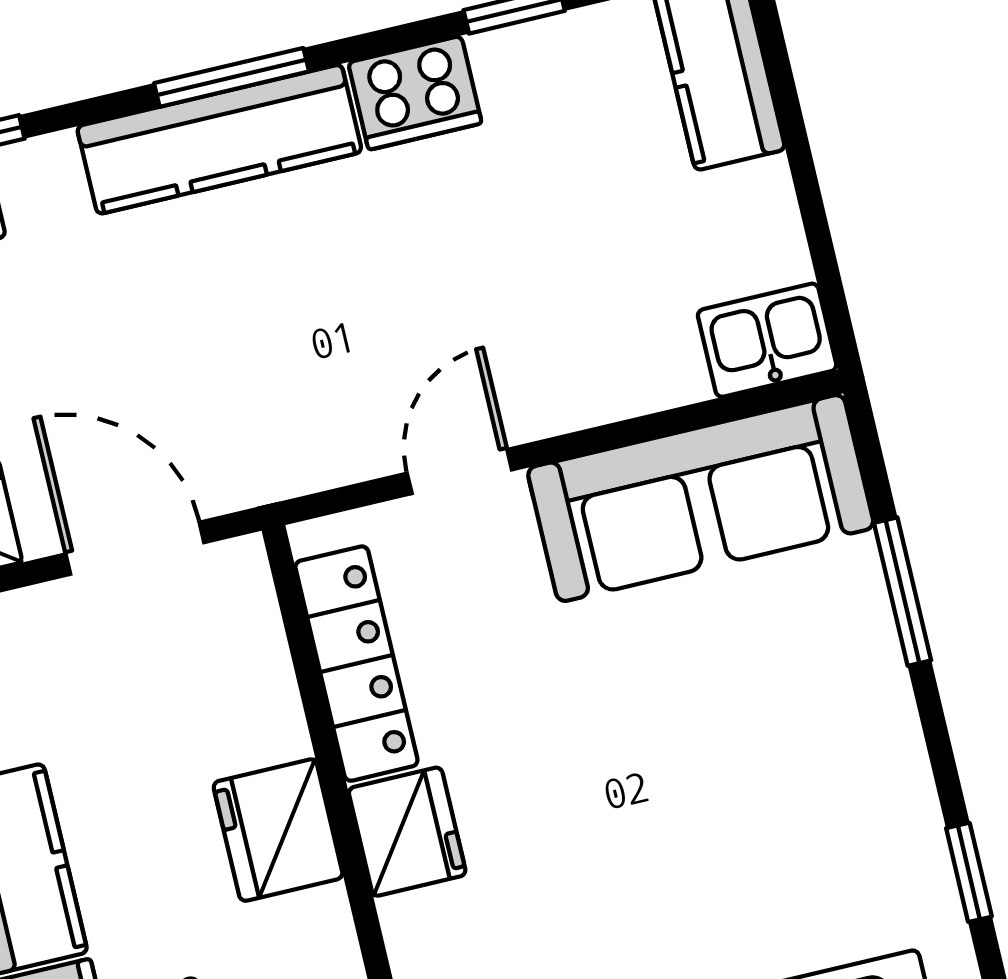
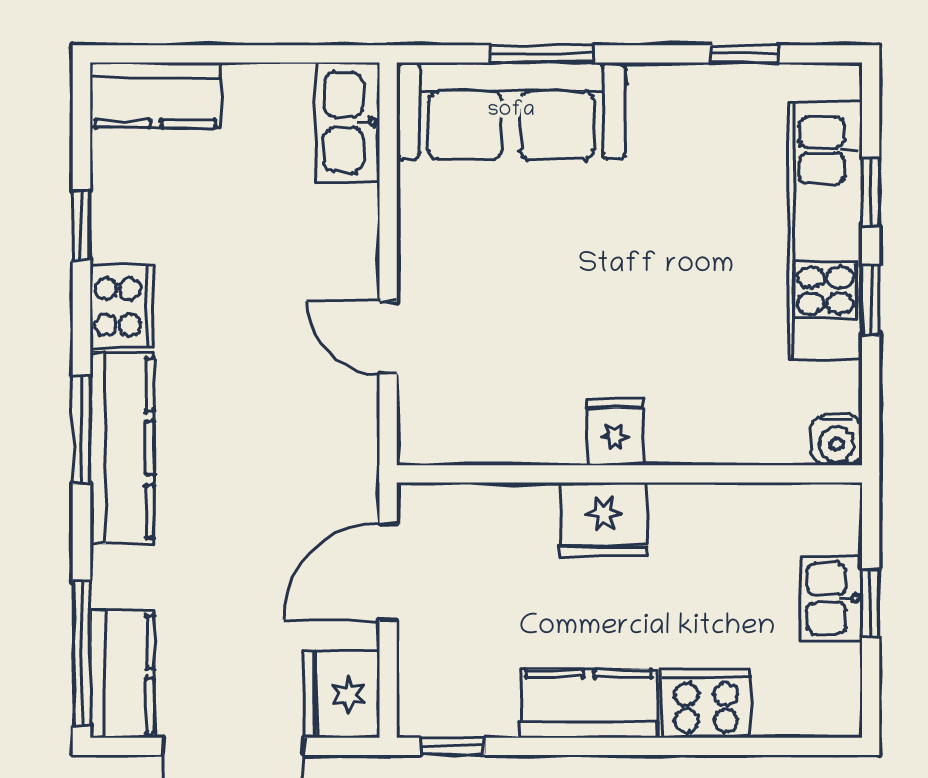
kitchen sink: (767, 340) -> (348, 122), width x1.38
sofa: (701, 498) -> (511, 111), moved, turned 90
locker: (356, 664) -> (503, 439), removed
fridge: (407, 832) -> (615, 432), width x0.72

